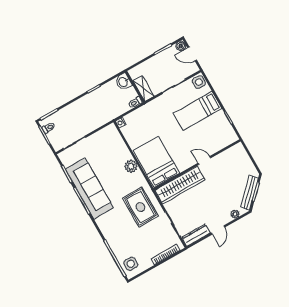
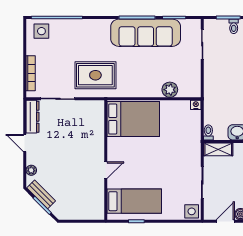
bed: (198, 111) -> (134, 201), moved, turned 90
plant: (131, 166) -> (170, 90), moved
wardrobe: (180, 185) -> (95, 130), removed
bench: (249, 193) -> (41, 194), width x0.73

